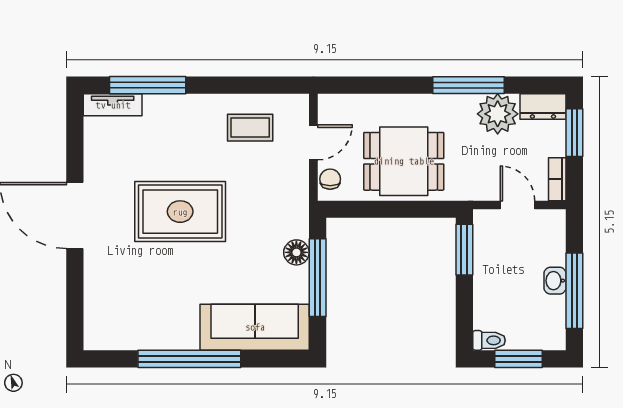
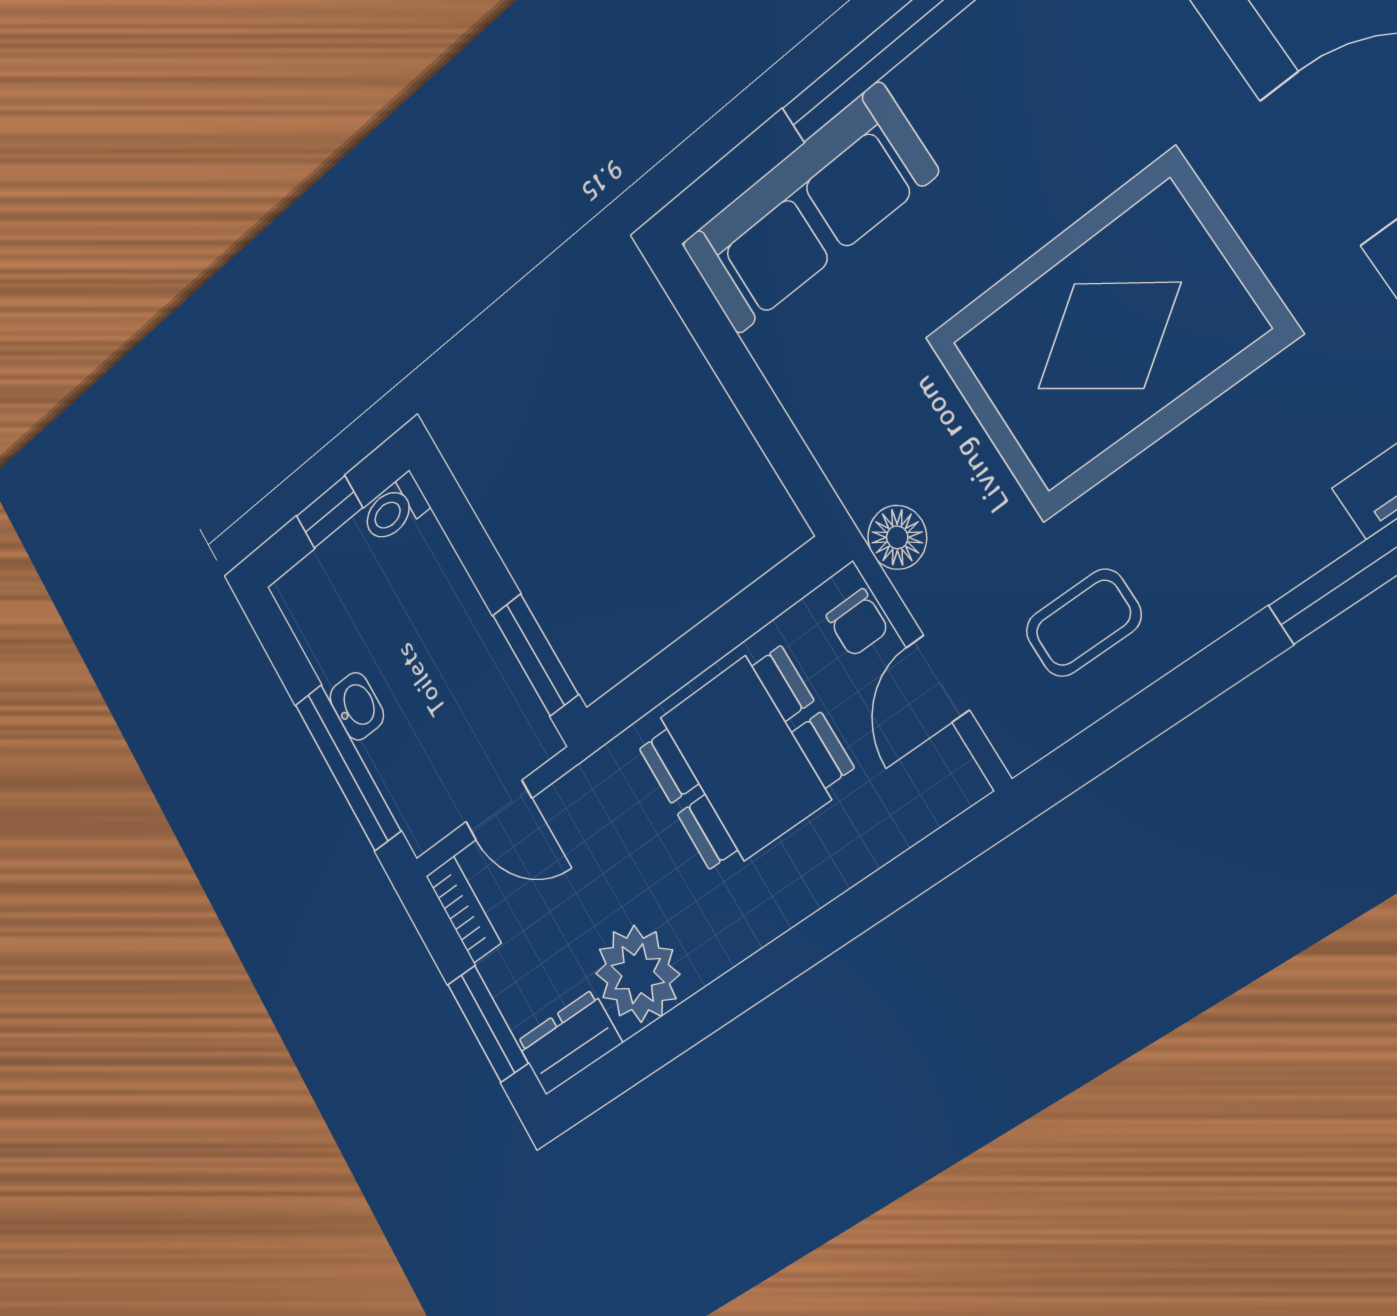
window: (468, 85) -> (723, 1000), removed
rug: (180, 212) -> (1109, 336), width x1.37, depth x1.44
floor lamp: (296, 252) -> (897, 537), moved
window: (318, 278) -> (756, 401), removed
window: (574, 291) -> (348, 768), moved
window: (519, 359) -> (330, 512), width x0.67

